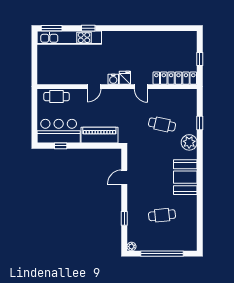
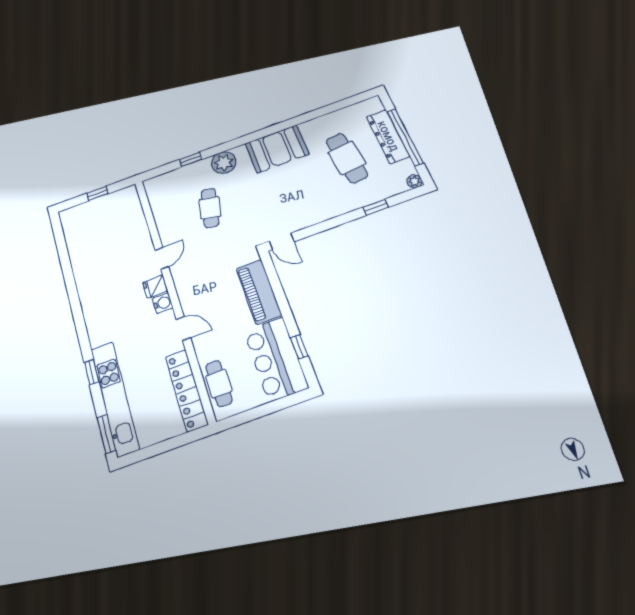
locker: (175, 78) -> (186, 390), moved
door: (124, 177) -> (282, 241), moved
cafe table: (162, 215) -> (347, 158), width x1.37, depth x1.35
dresser: (166, 244) -> (388, 136), added

